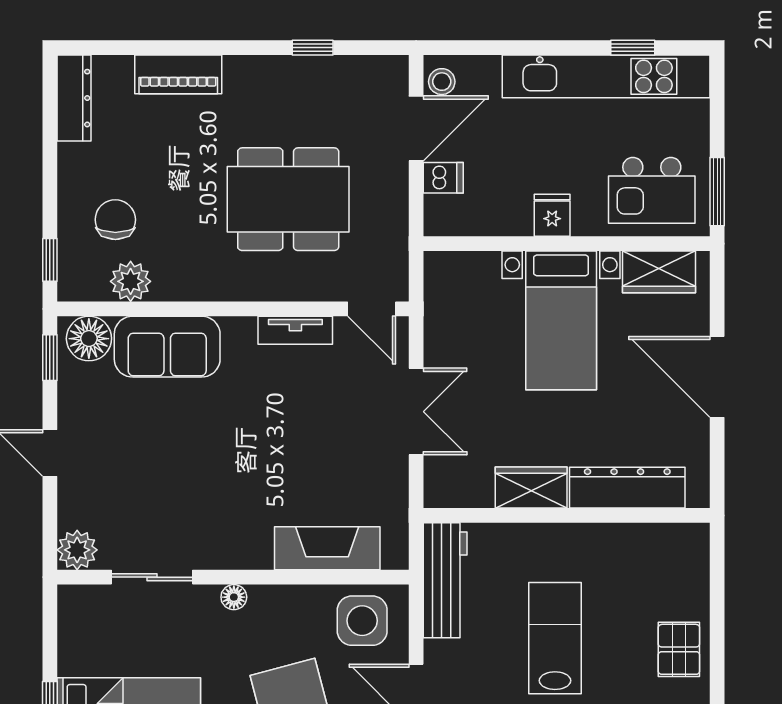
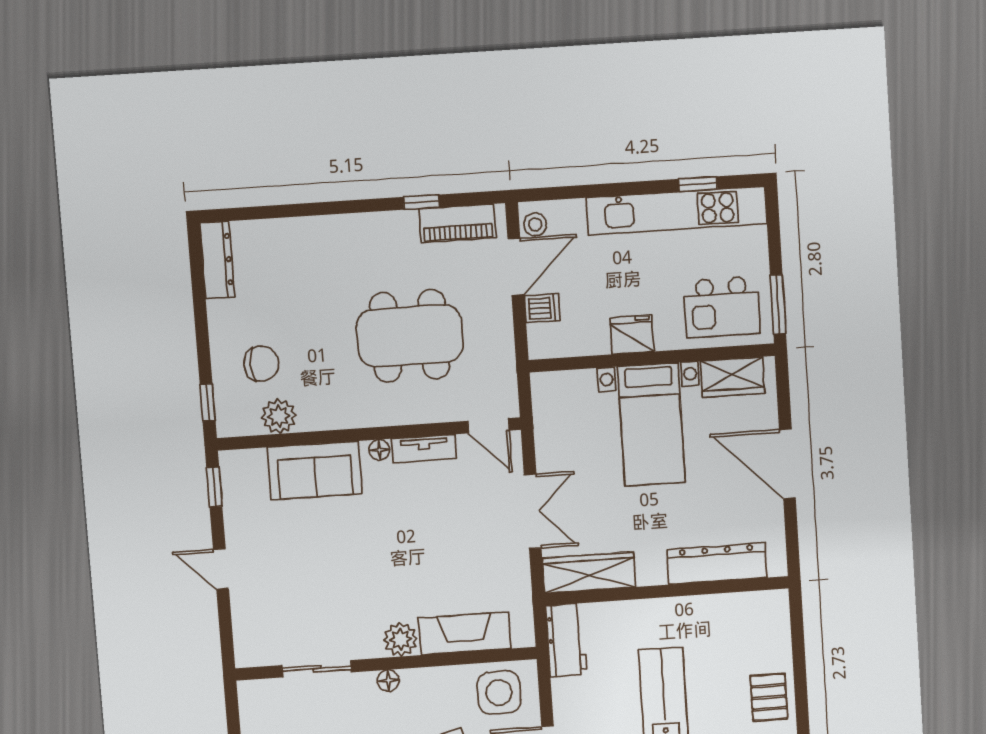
piano: (178, 74) -> (457, 223), moved
fridge: (552, 215) -> (632, 335), width x1.38
chair: (115, 220) -> (261, 364), turned 90
floor lamp: (89, 339) -> (379, 450), moved, width x0.53, depth x0.53
wardrobe: (531, 488) -> (589, 573), moved, width x1.50
plant: (77, 550) -> (401, 639), moved
workbench: (445, 580) -> (566, 640), width x0.73

